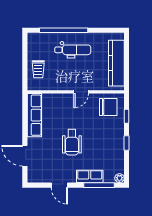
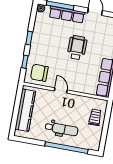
dental chair: (73, 50) -> (62, 129), turned 180
door: (81, 92) -> (61, 90), hinge flipped
row of seats: (90, 176) -> (67, 15), width x1.48

